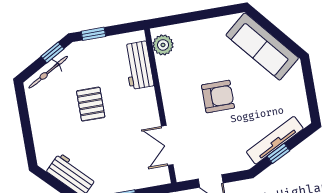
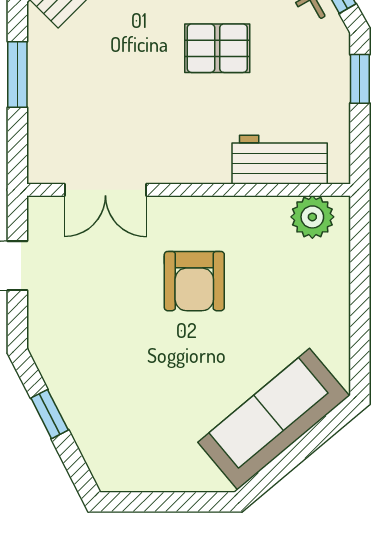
armchair: (218, 97) -> (194, 281), moved
tv unit: (275, 140) -> (78, 411), removed
double door: (167, 145) -> (105, 190), swing flipped

